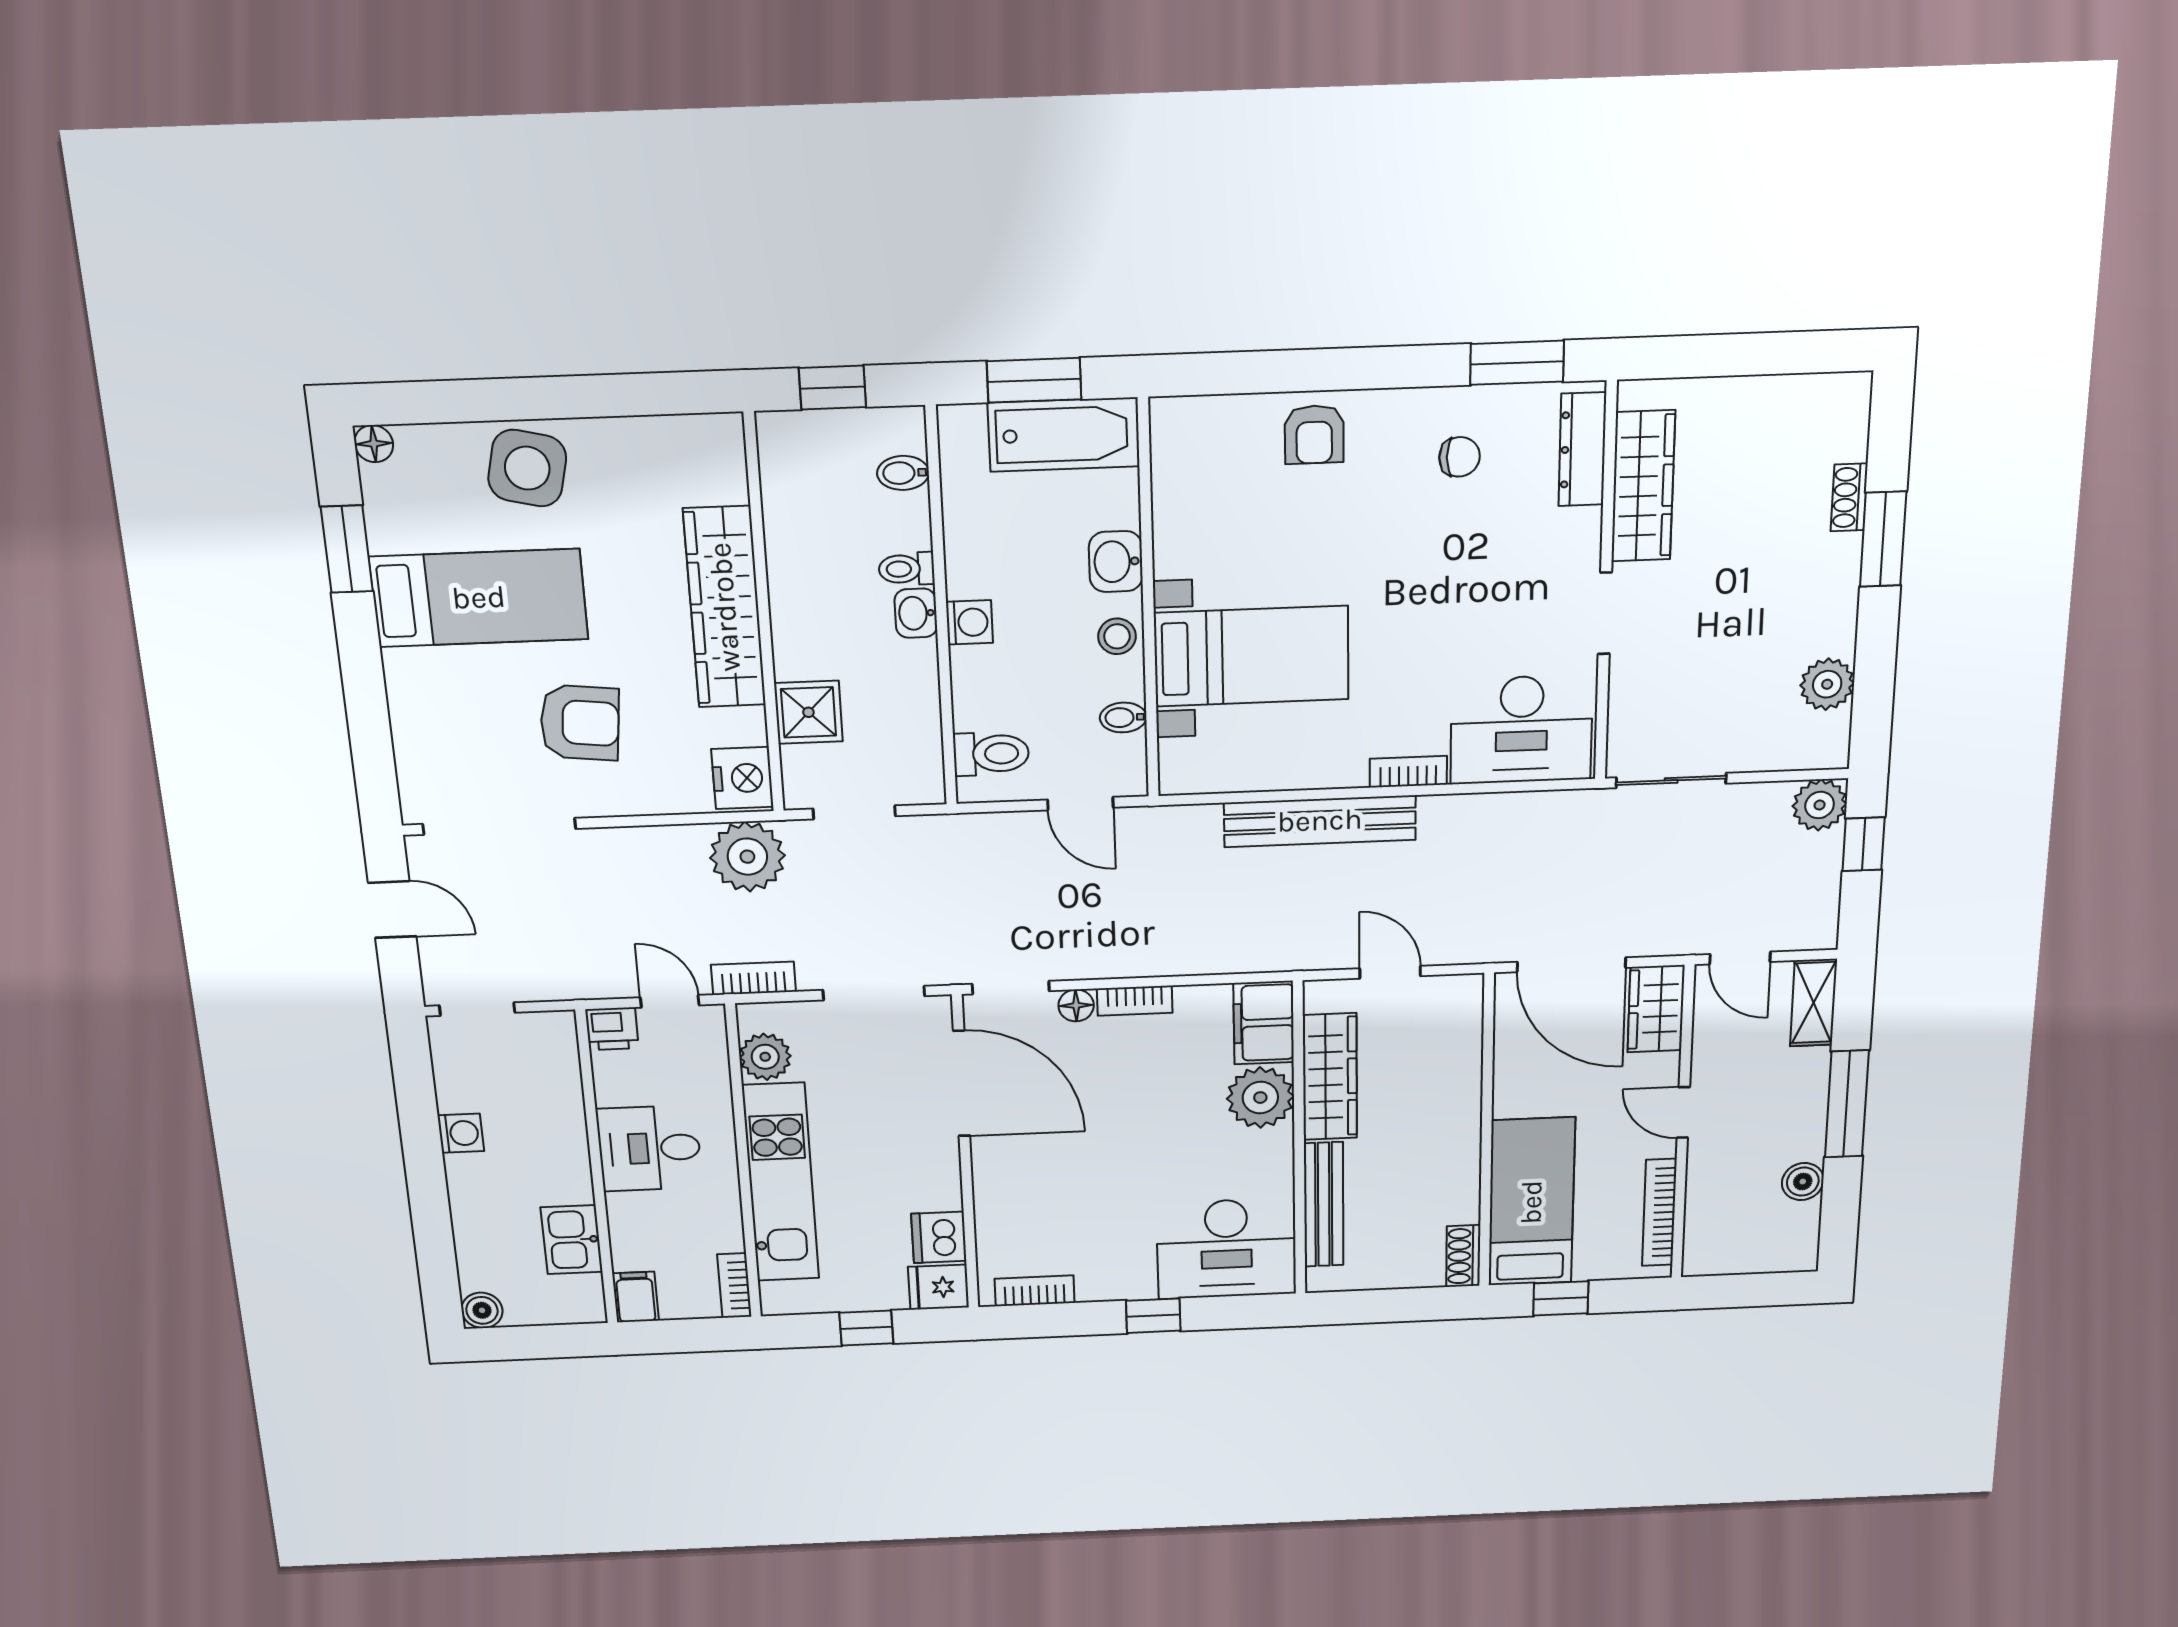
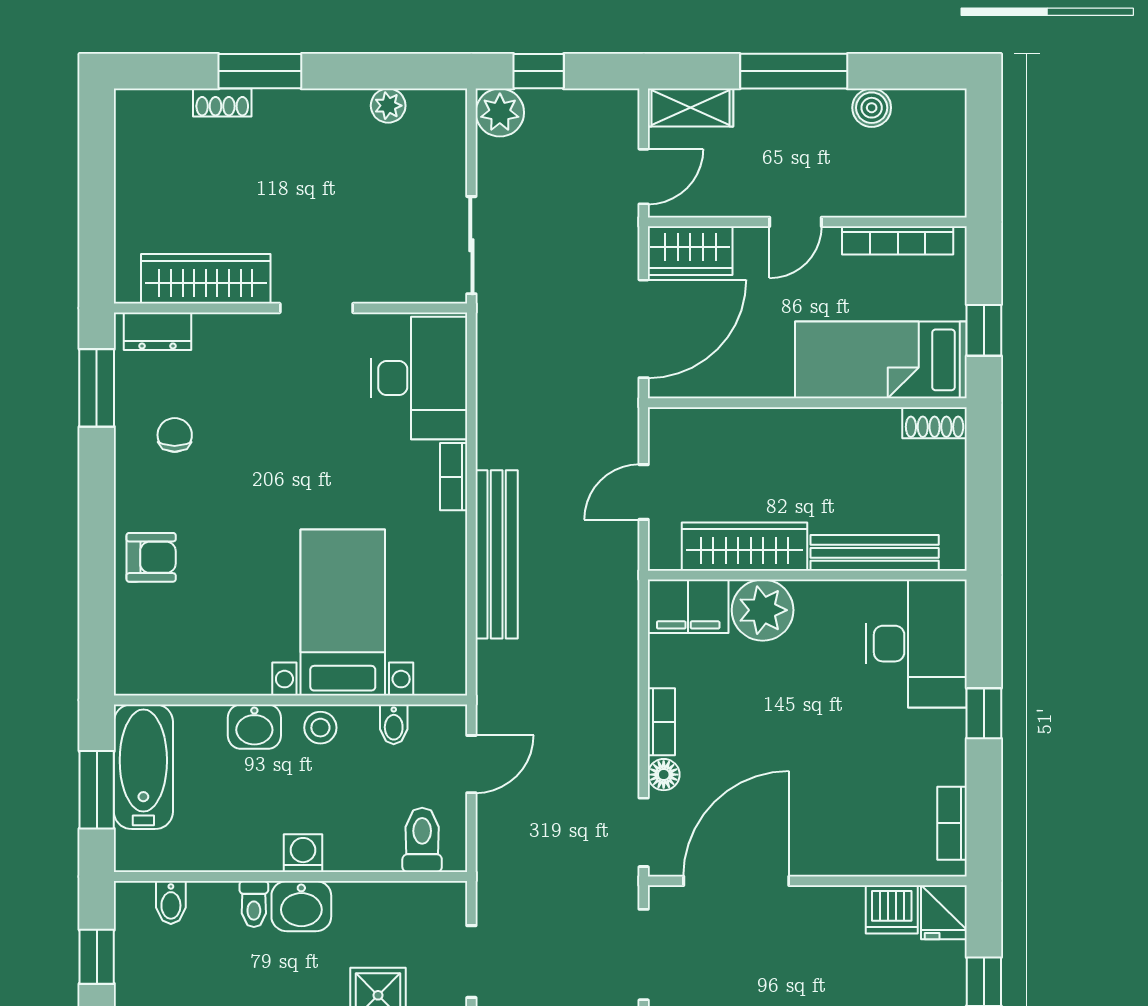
dresser: (1582, 449) -> (157, 331), width x0.70
washbasin: (916, 613) -> (301, 906), width x1.38, depth x1.45
plant: (1827, 684) -> (388, 106), width x0.73, depth x0.73

